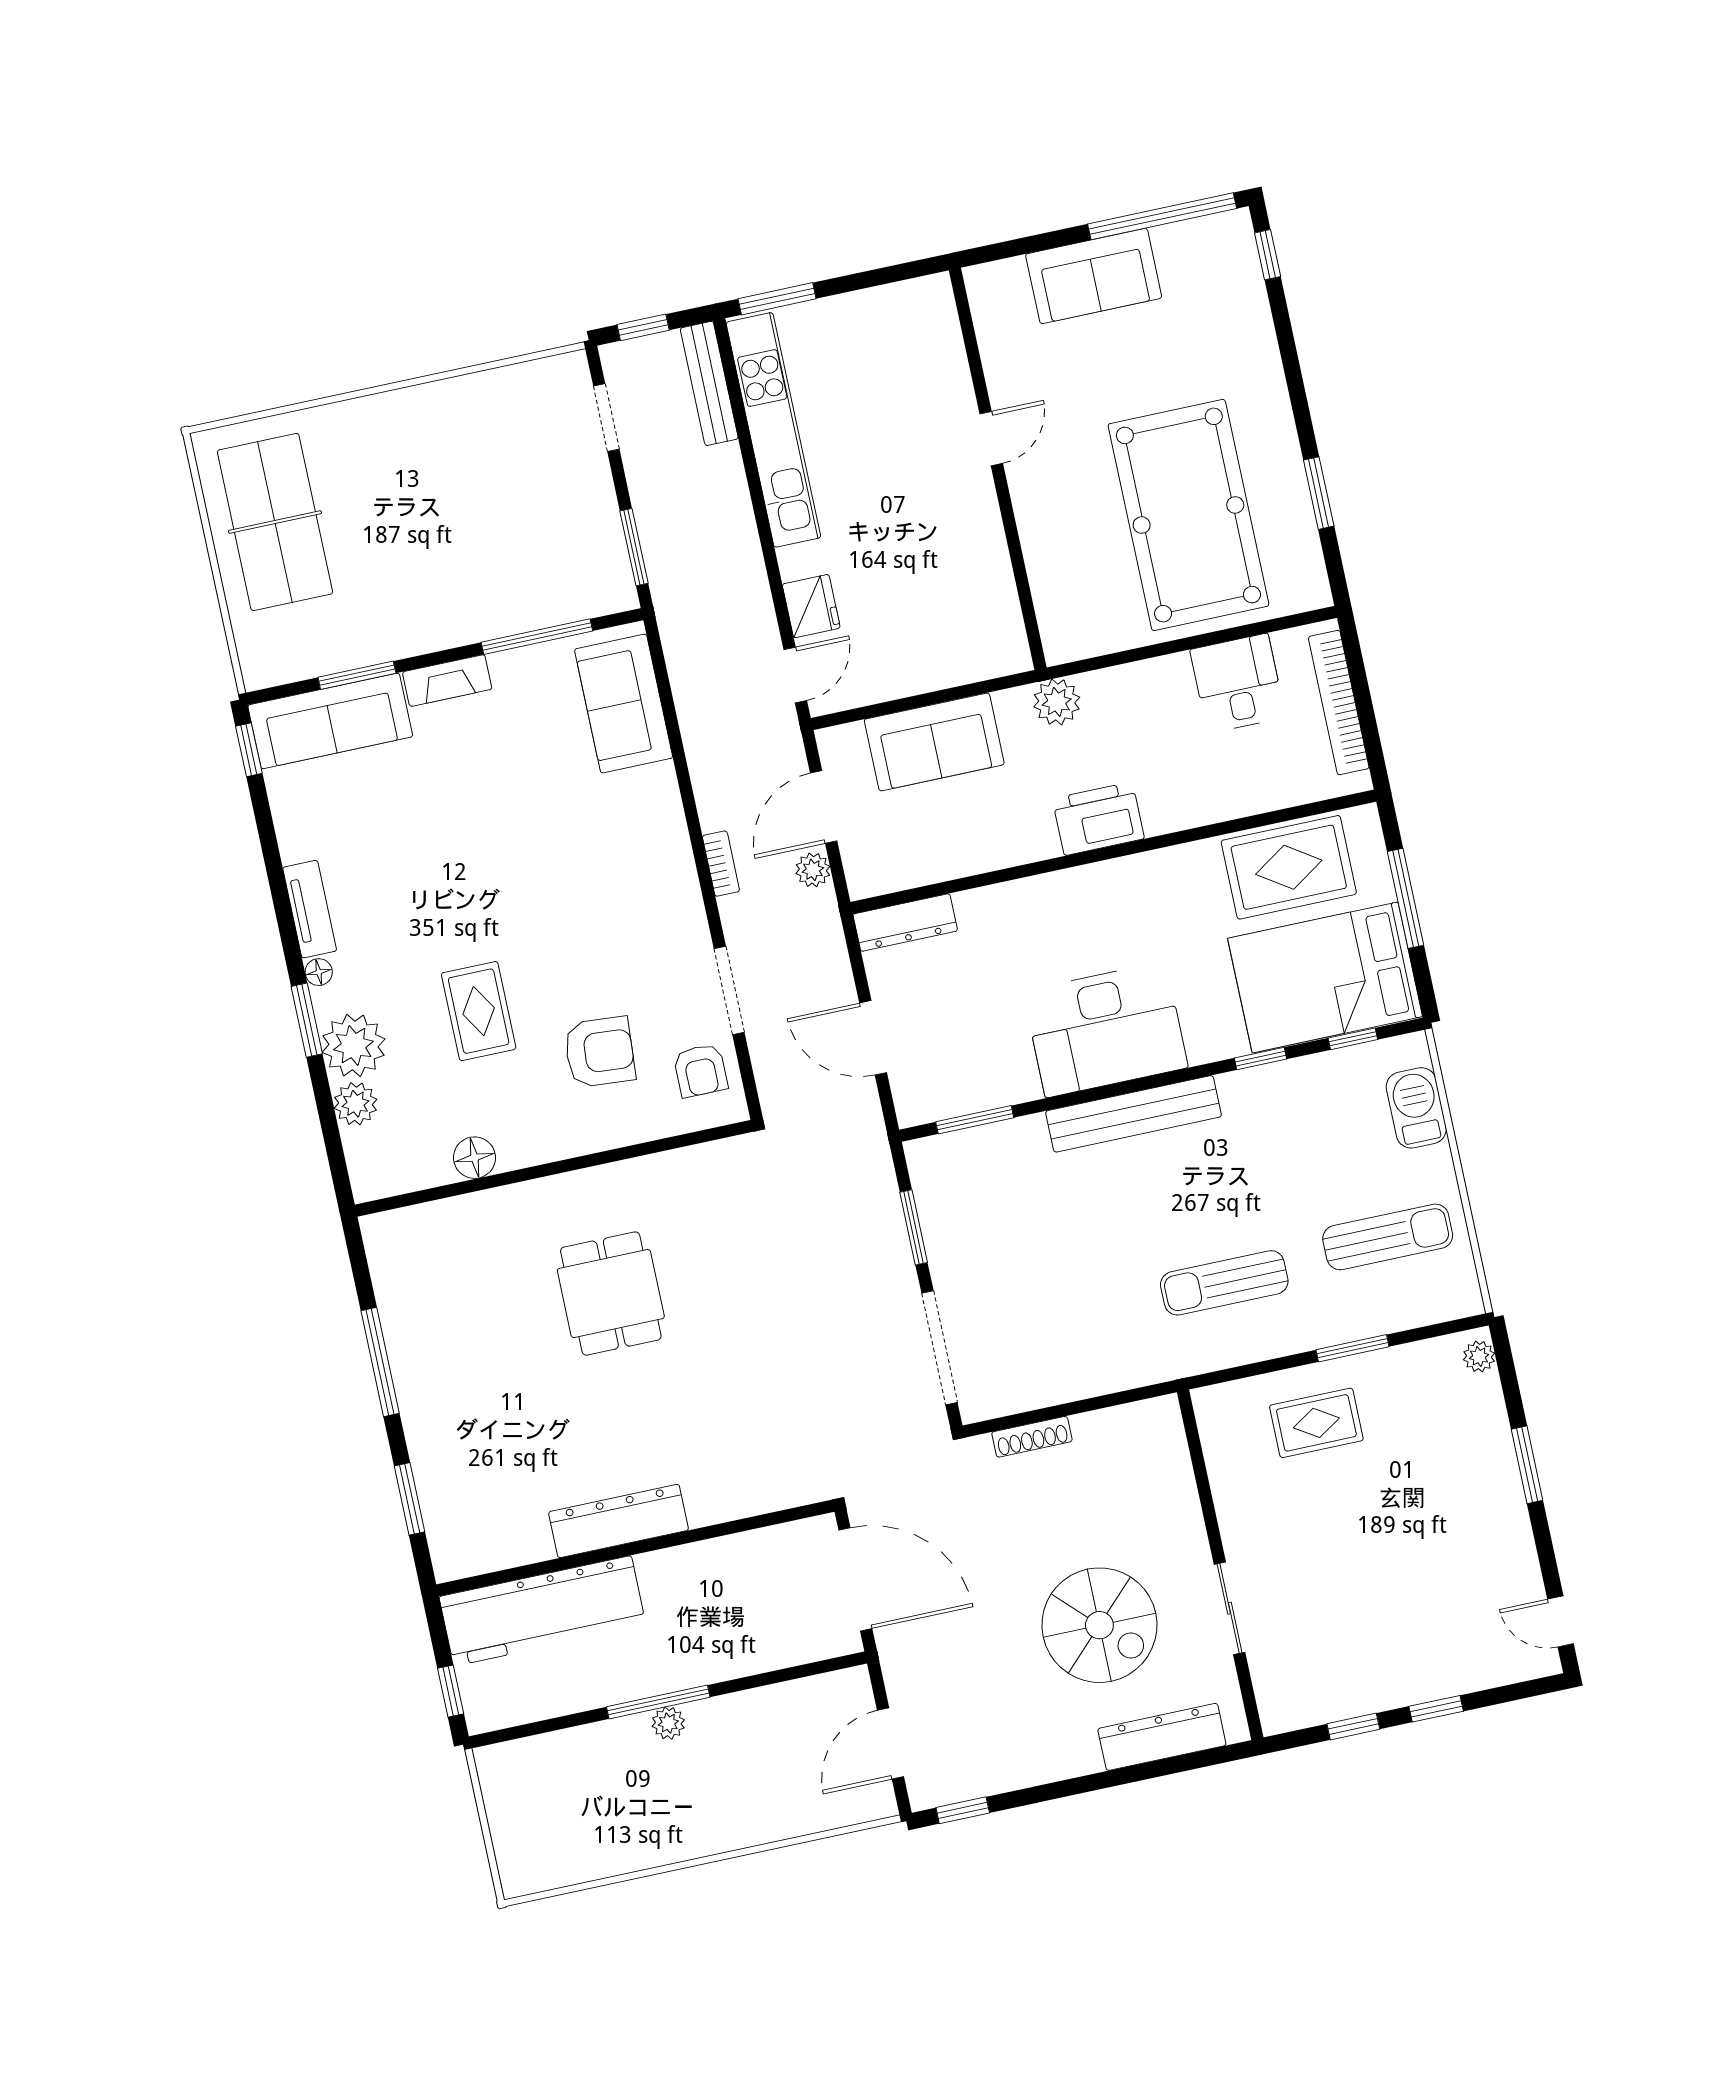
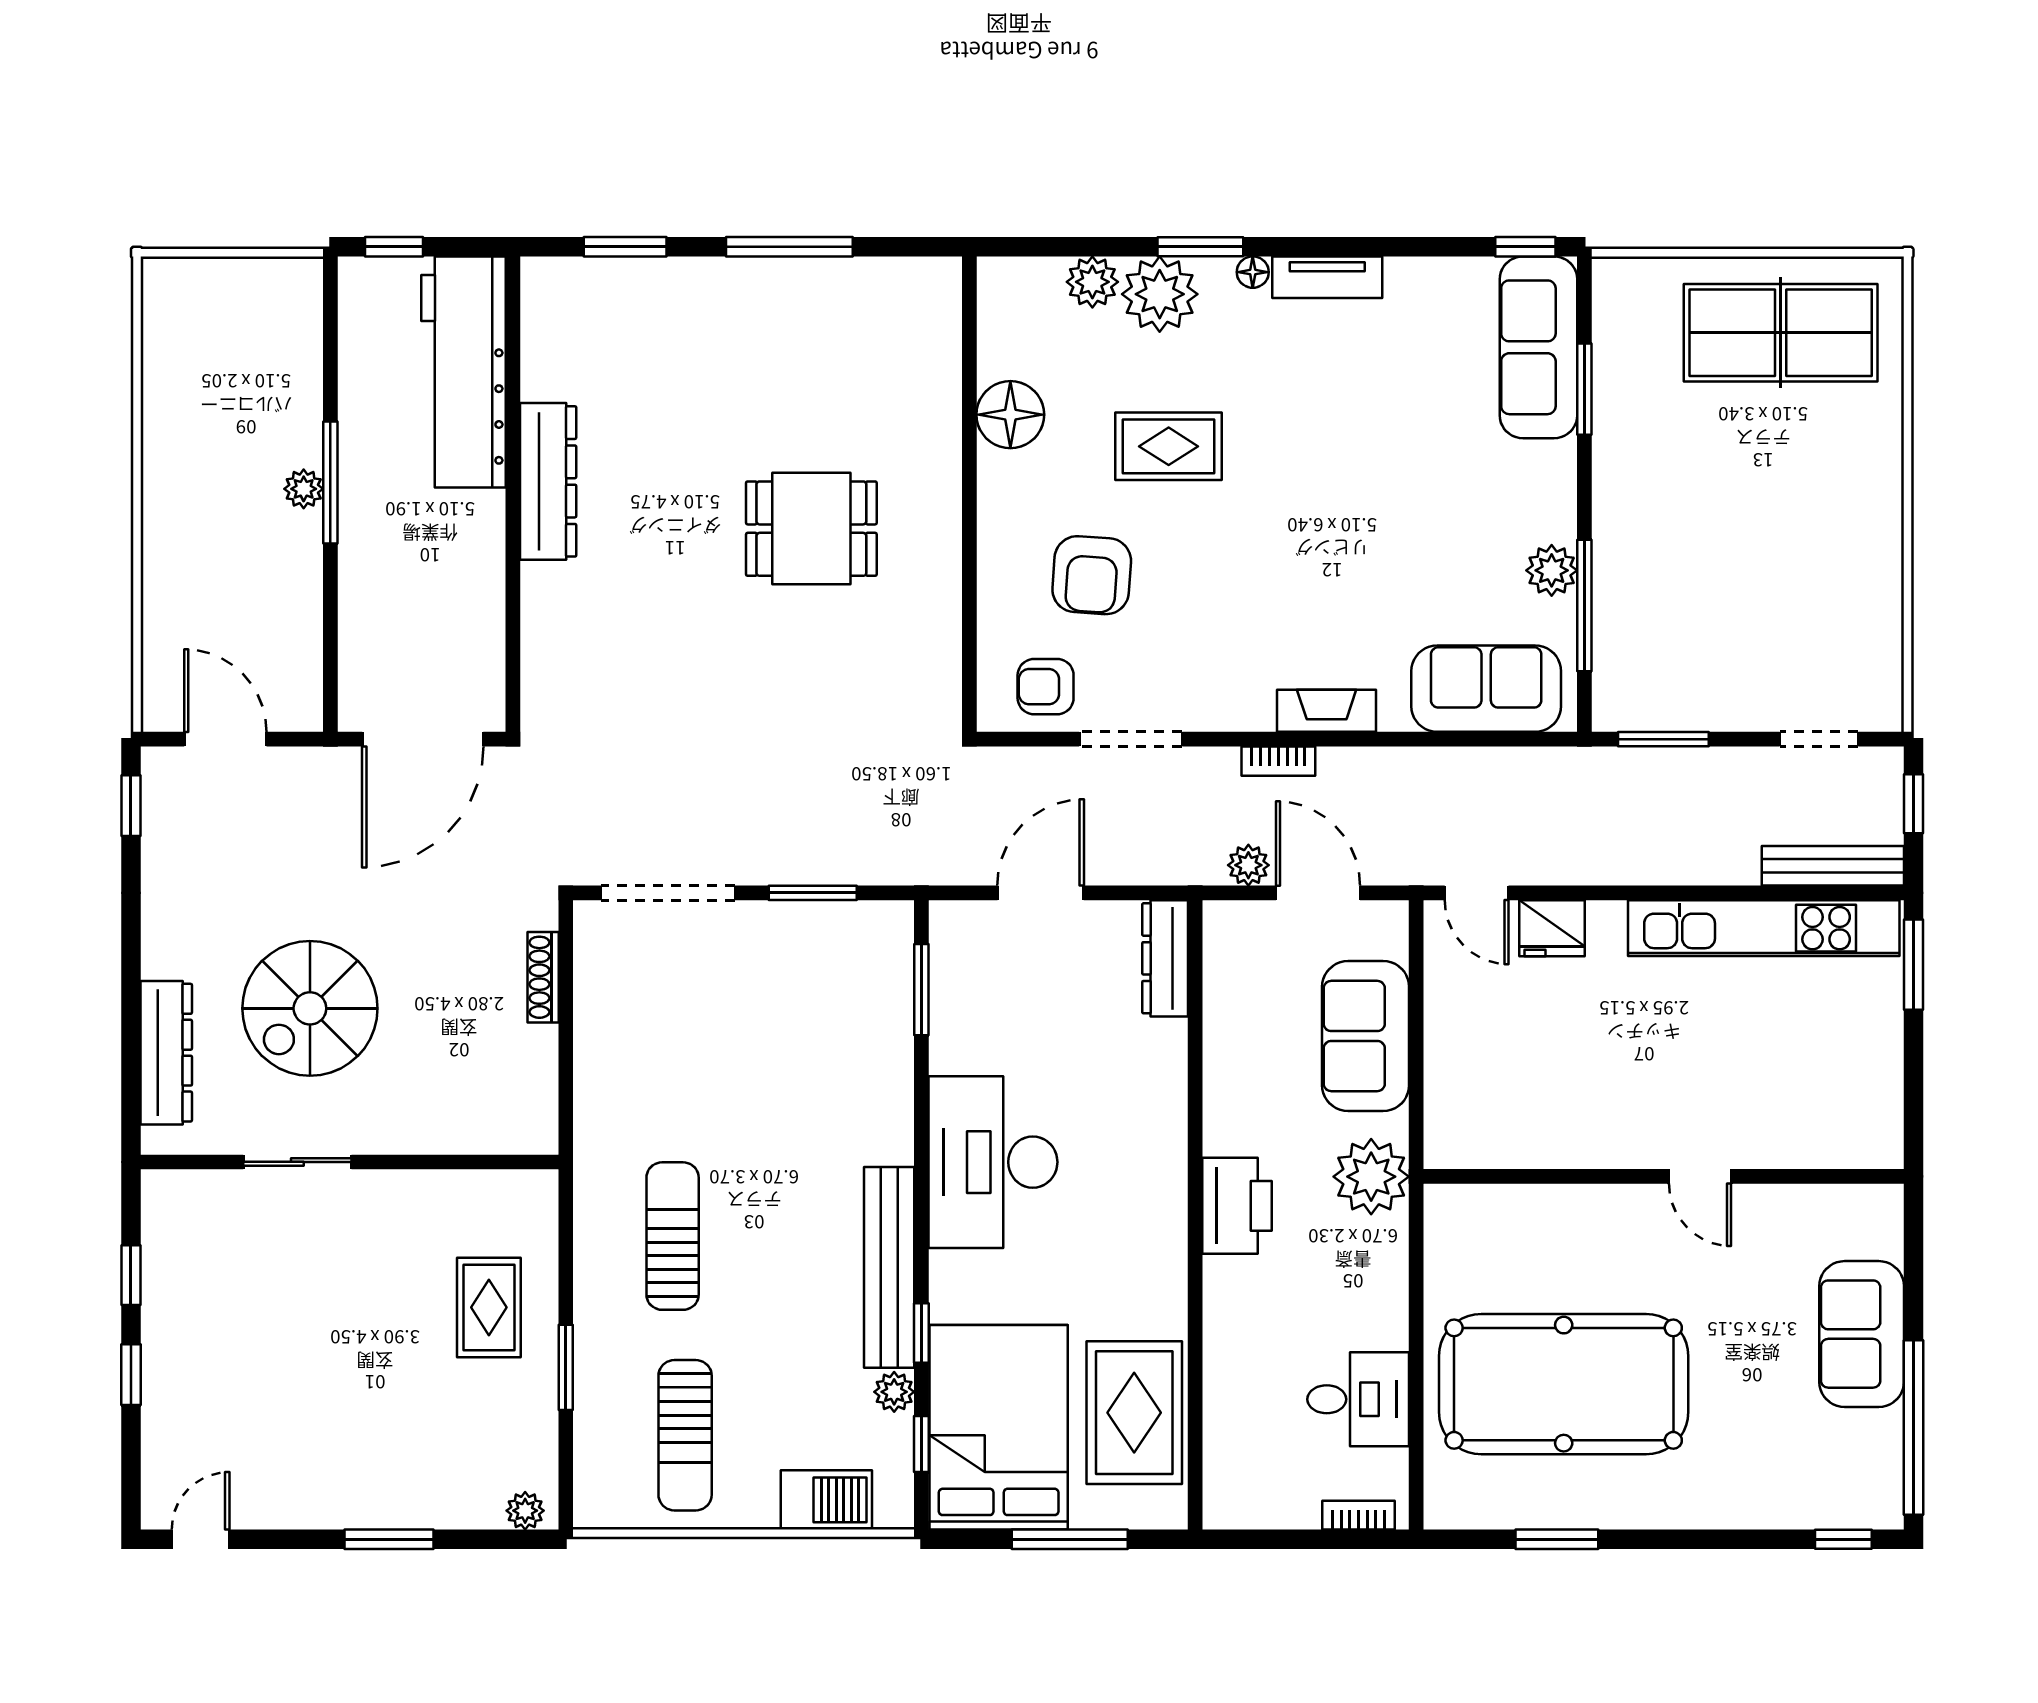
plant: (514, 670) -> (1552, 570), added
fireplace: (447, 681) -> (1327, 711), moved, turned 90
plant: (1057, 702) -> (1371, 1177), width x1.36, depth x1.36
bookcase: (1339, 703) -> (1358, 1515), width x0.43, depth x0.76
plant: (1314, 1071) -> (894, 1392), added
bench: (1133, 1114) -> (889, 1267), moved
floor lamp: (474, 1158) -> (1010, 415), width x1.38, depth x1.38

